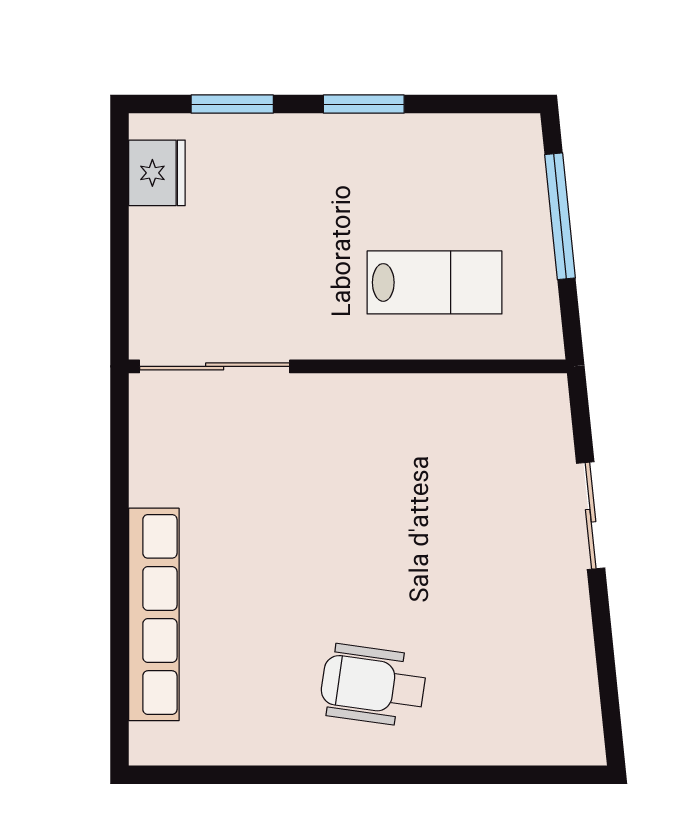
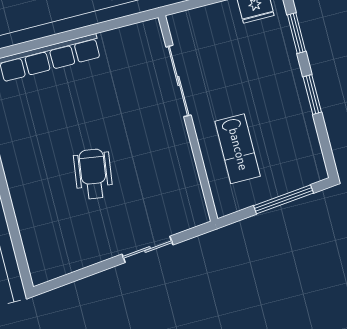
sliding door: (215, 366) -> (178, 81), moved
wheelchair: (373, 685) -> (93, 174), moved

